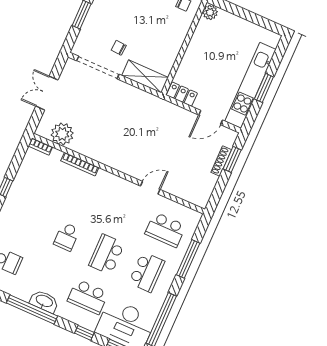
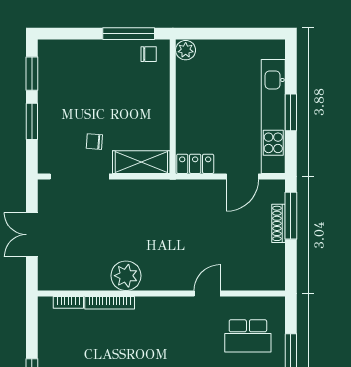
plant: (62, 134) -> (126, 276), moved
bookcase: (40, 146) -> (68, 302), moved
window: (232, 159) -> (291, 216), width x1.44

